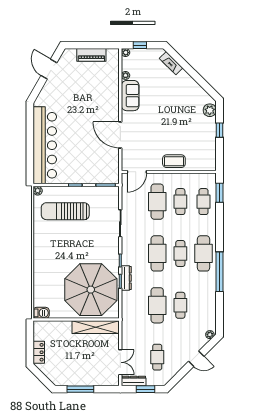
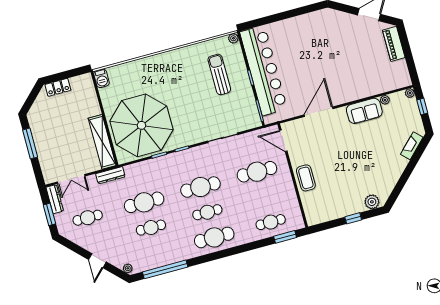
piano: (91, 55) -> (394, 44), moved
bar counter: (45, 145) -> (264, 70), moved, turned -90
cafe table: (180, 202) -> (264, 197), removed
sun lounger: (65, 211) -> (219, 74), width x0.73, depth x0.75
window: (220, 272) -> (165, 269), moved
dresser: (126, 278) -> (110, 175), moved

